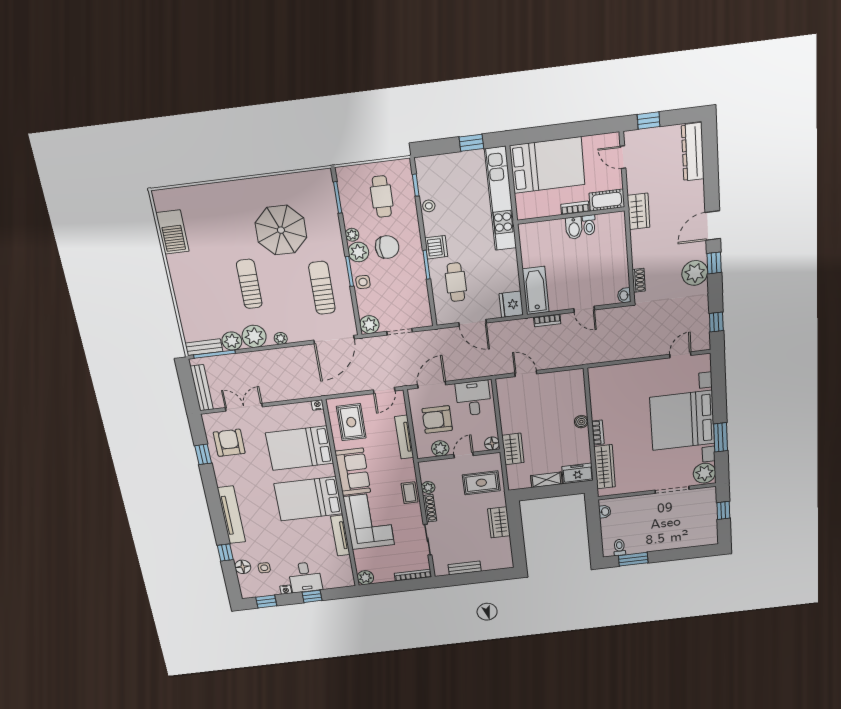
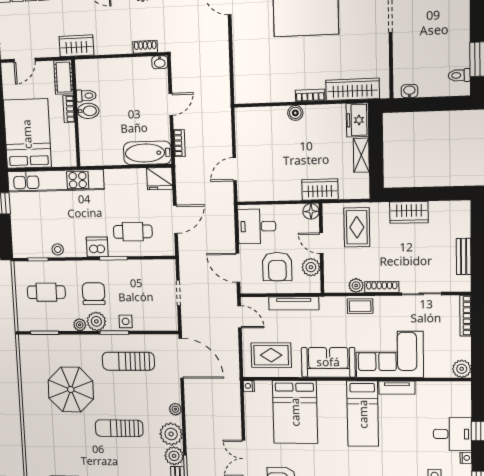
plant: (369, 325) -> (169, 321), removed
bed: (308, 499) -> (363, 414), width x0.67
tv unit: (340, 536) -> (397, 388), width x0.71

